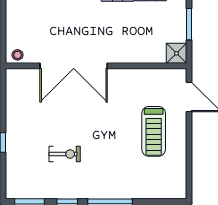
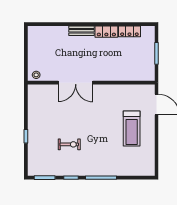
shower: (176, 53) -> (148, 74), removed
double door: (74, 66) -> (76, 83), width x0.73

